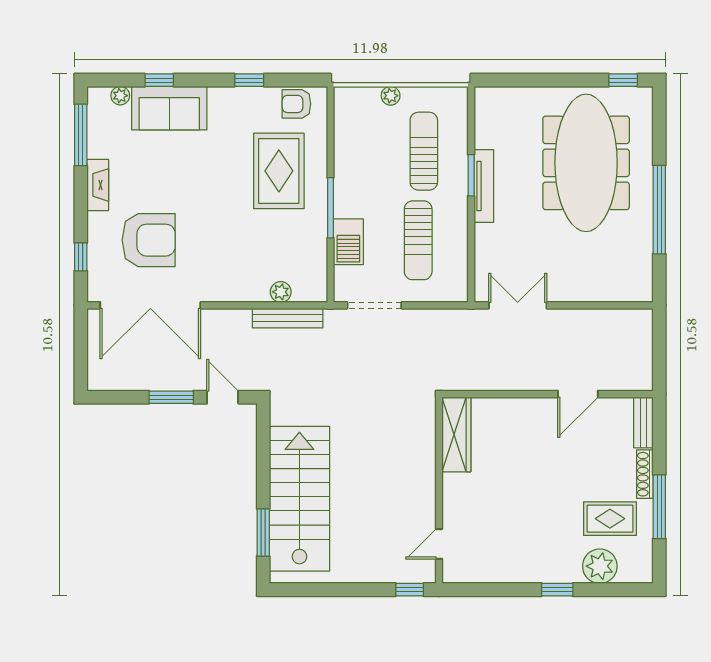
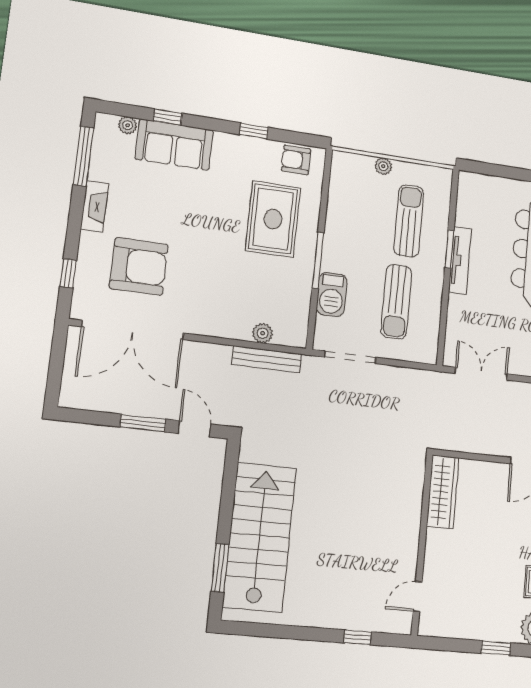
wardrobe: (456, 434) -> (443, 492), moved
wall: (439, 490) -> (422, 544), moved
door: (439, 544) -> (418, 596), moved

